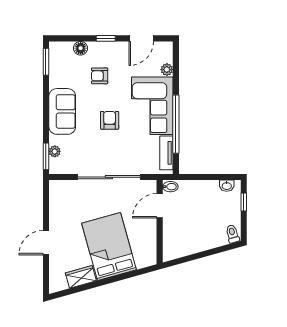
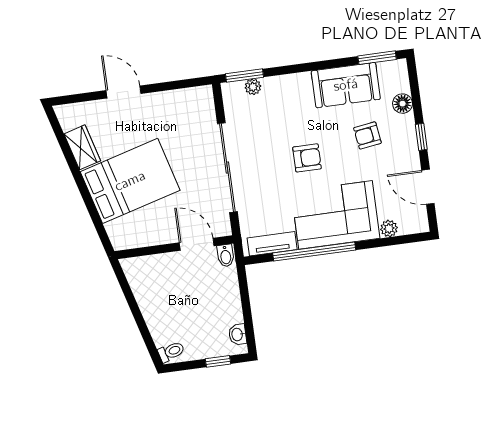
armchair: (100, 76) -> (367, 135), turned -98
sofa: (62, 111) -> (346, 85), moved

